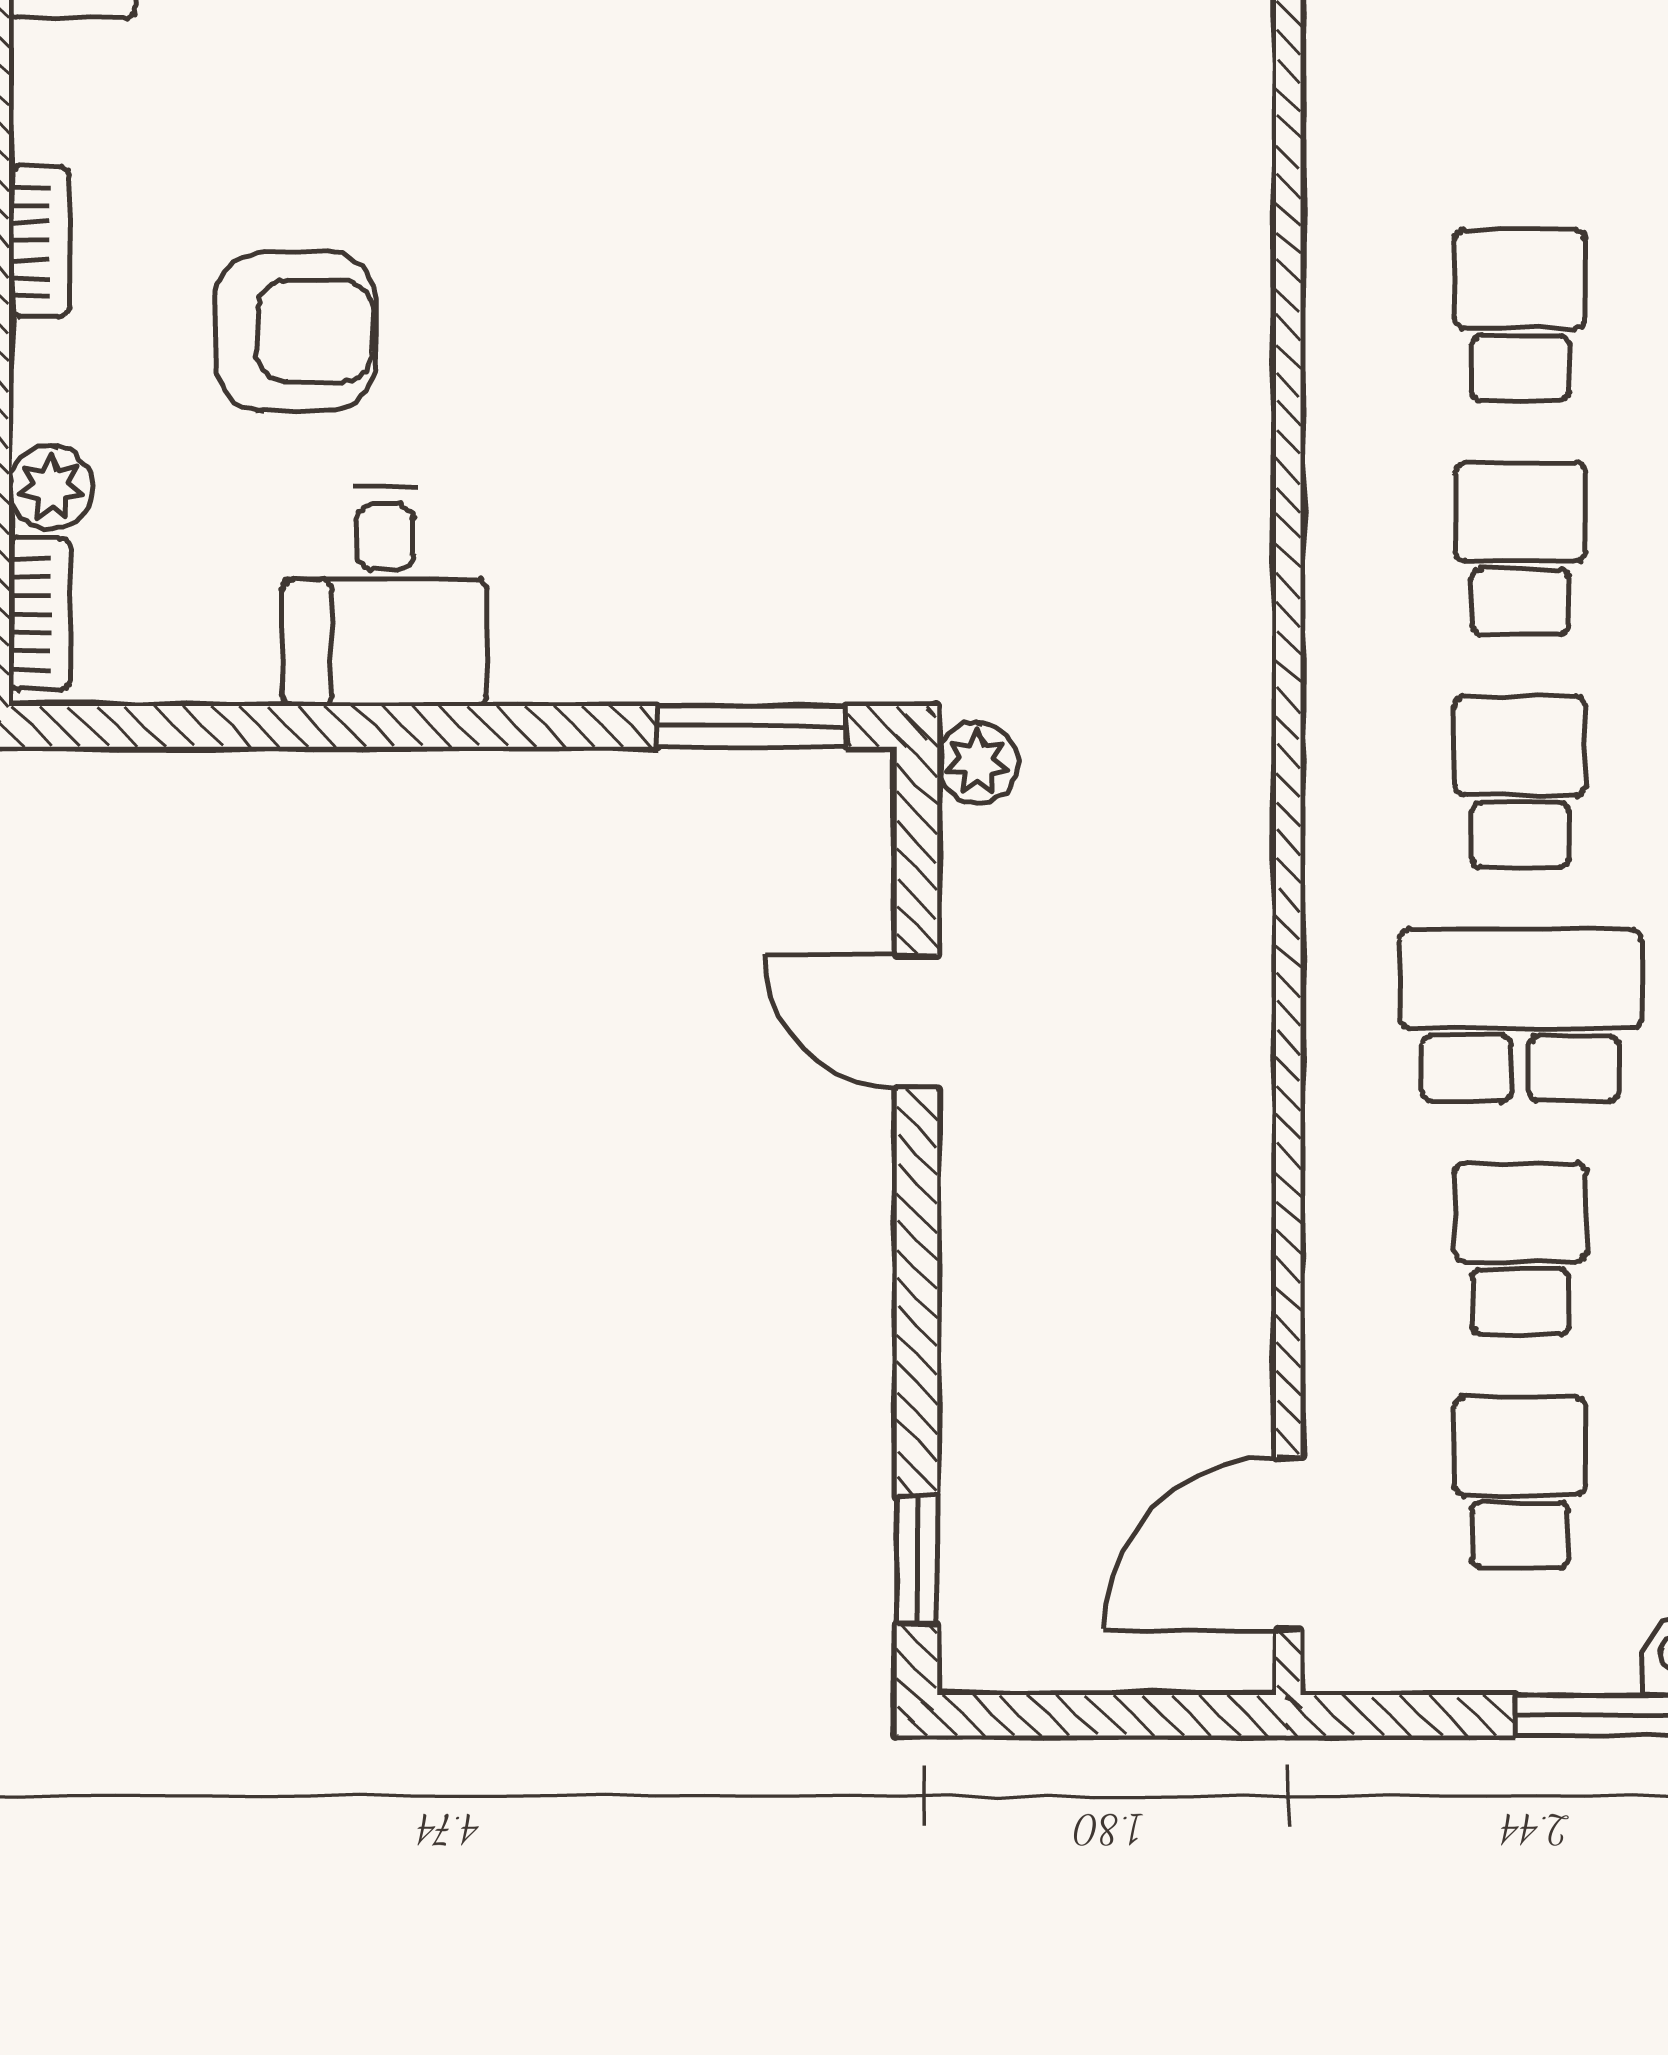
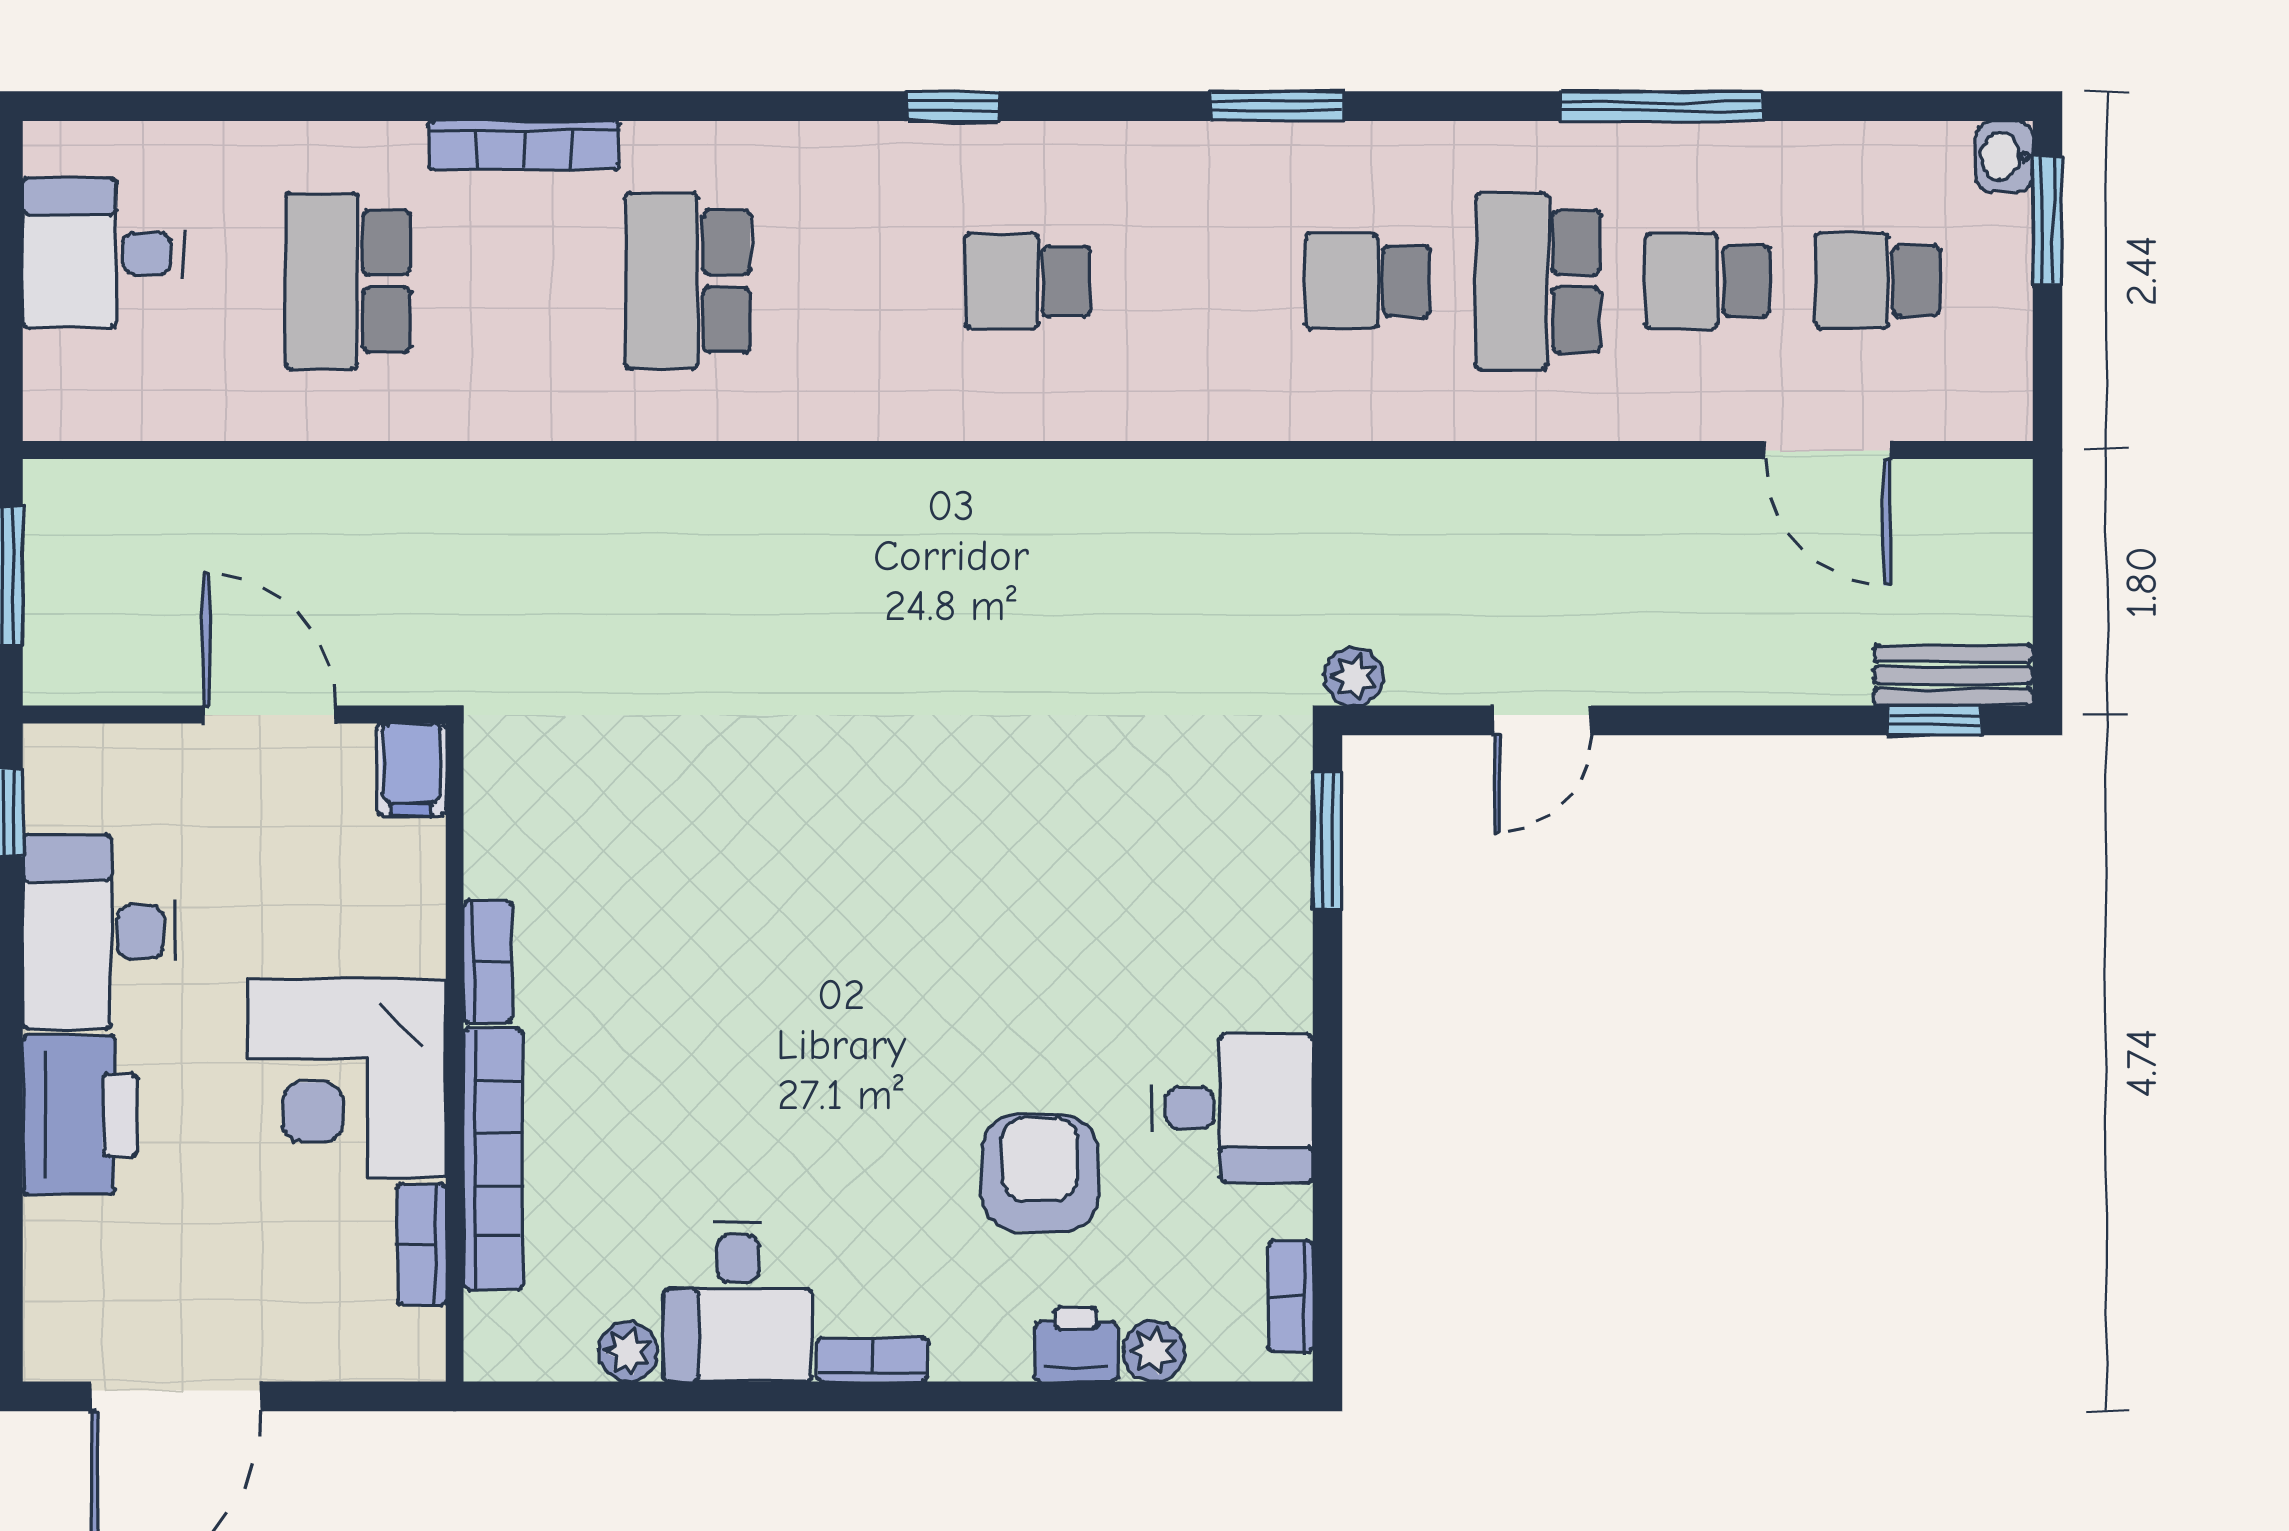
bookcase: (39, 241) -> (872, 1360), moved
printer: (60, 381) -> (1076, 1344), added
school desk: (1520, 548) -> (1198, 281), removed
bookcase: (40, 614) -> (1290, 1296), moved, turned -90
door: (1288, 1544) -> (1827, 450), moved
bench: (979, 1586) -> (1953, 675), added

